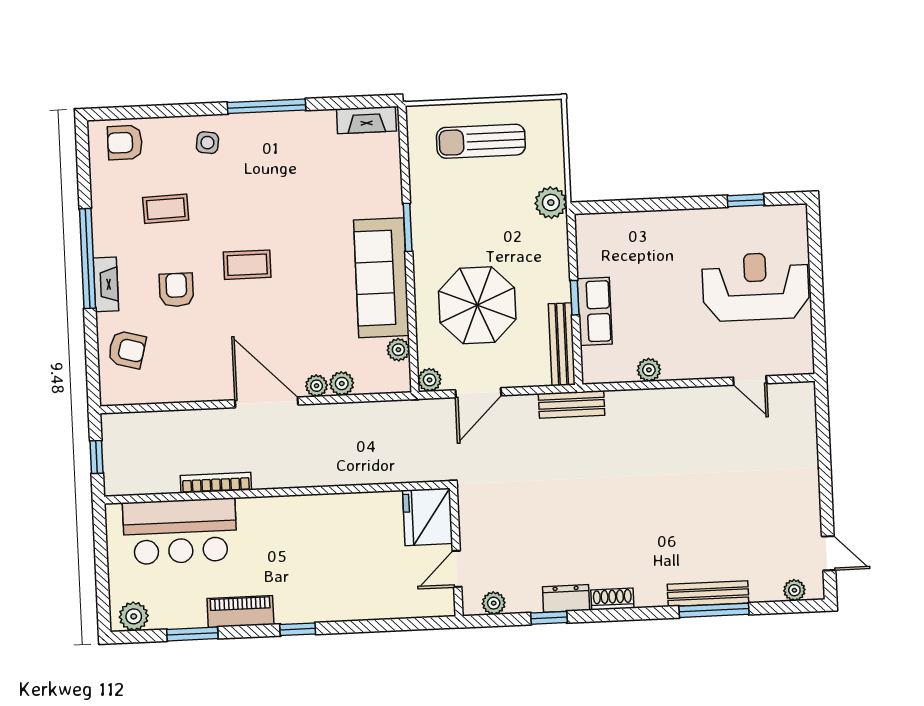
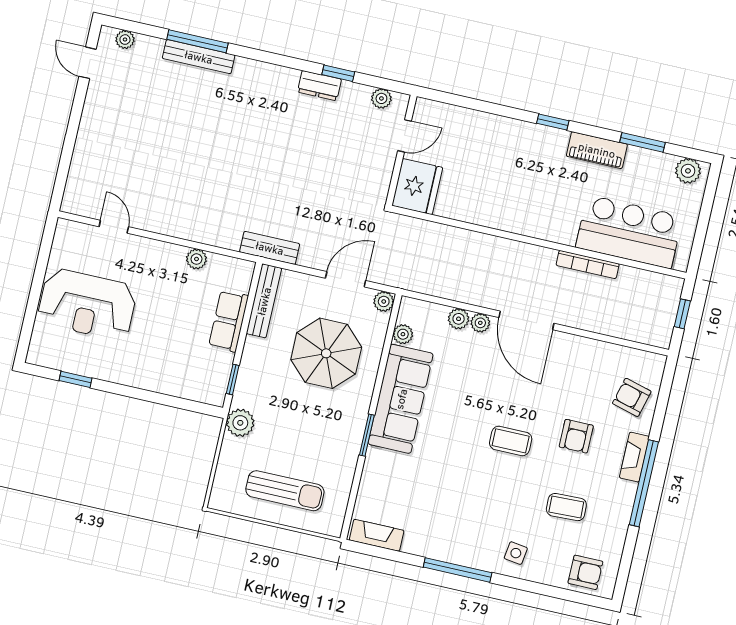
window: (575, 298) -> (233, 379), moved
shoe rack: (612, 599) -> (280, 74), removed

